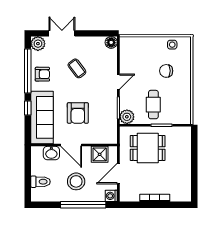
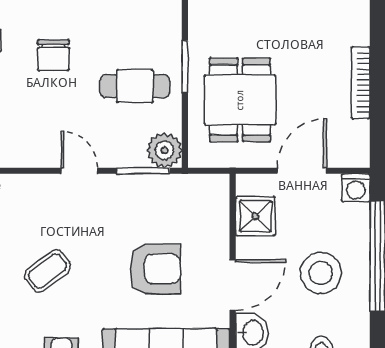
door: (118, 174) -> (302, 171), swing flipped

